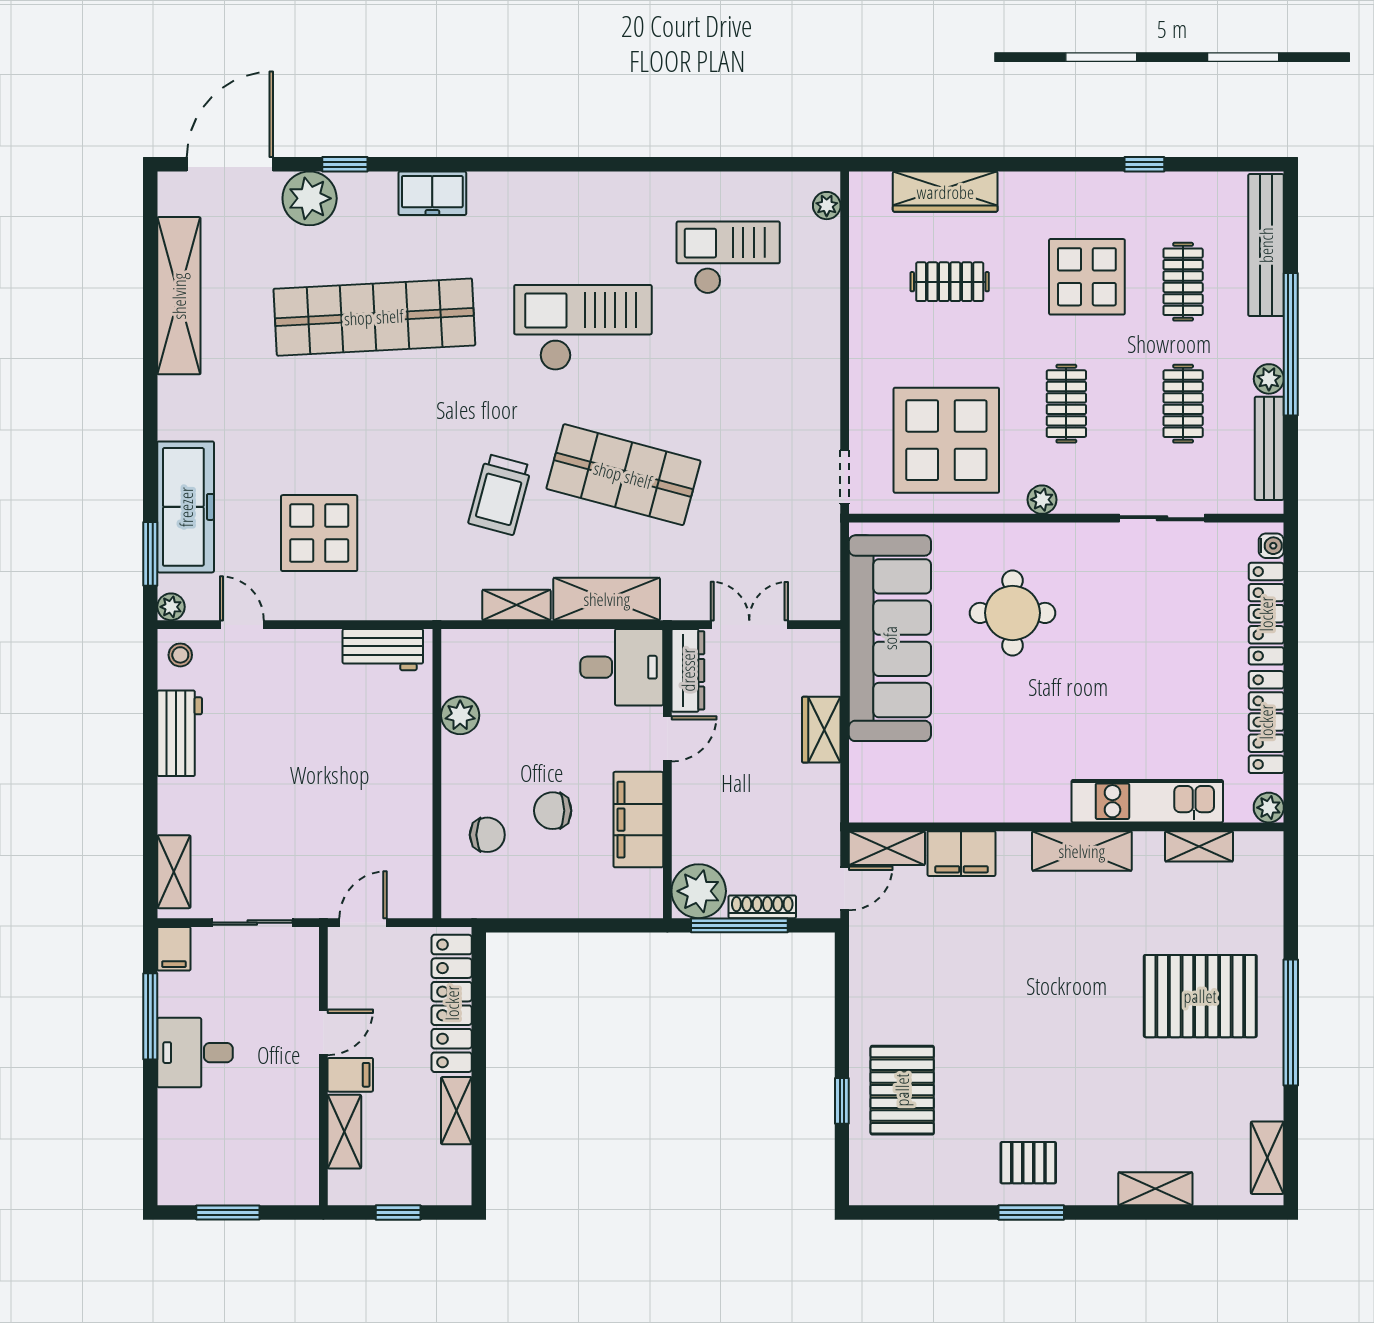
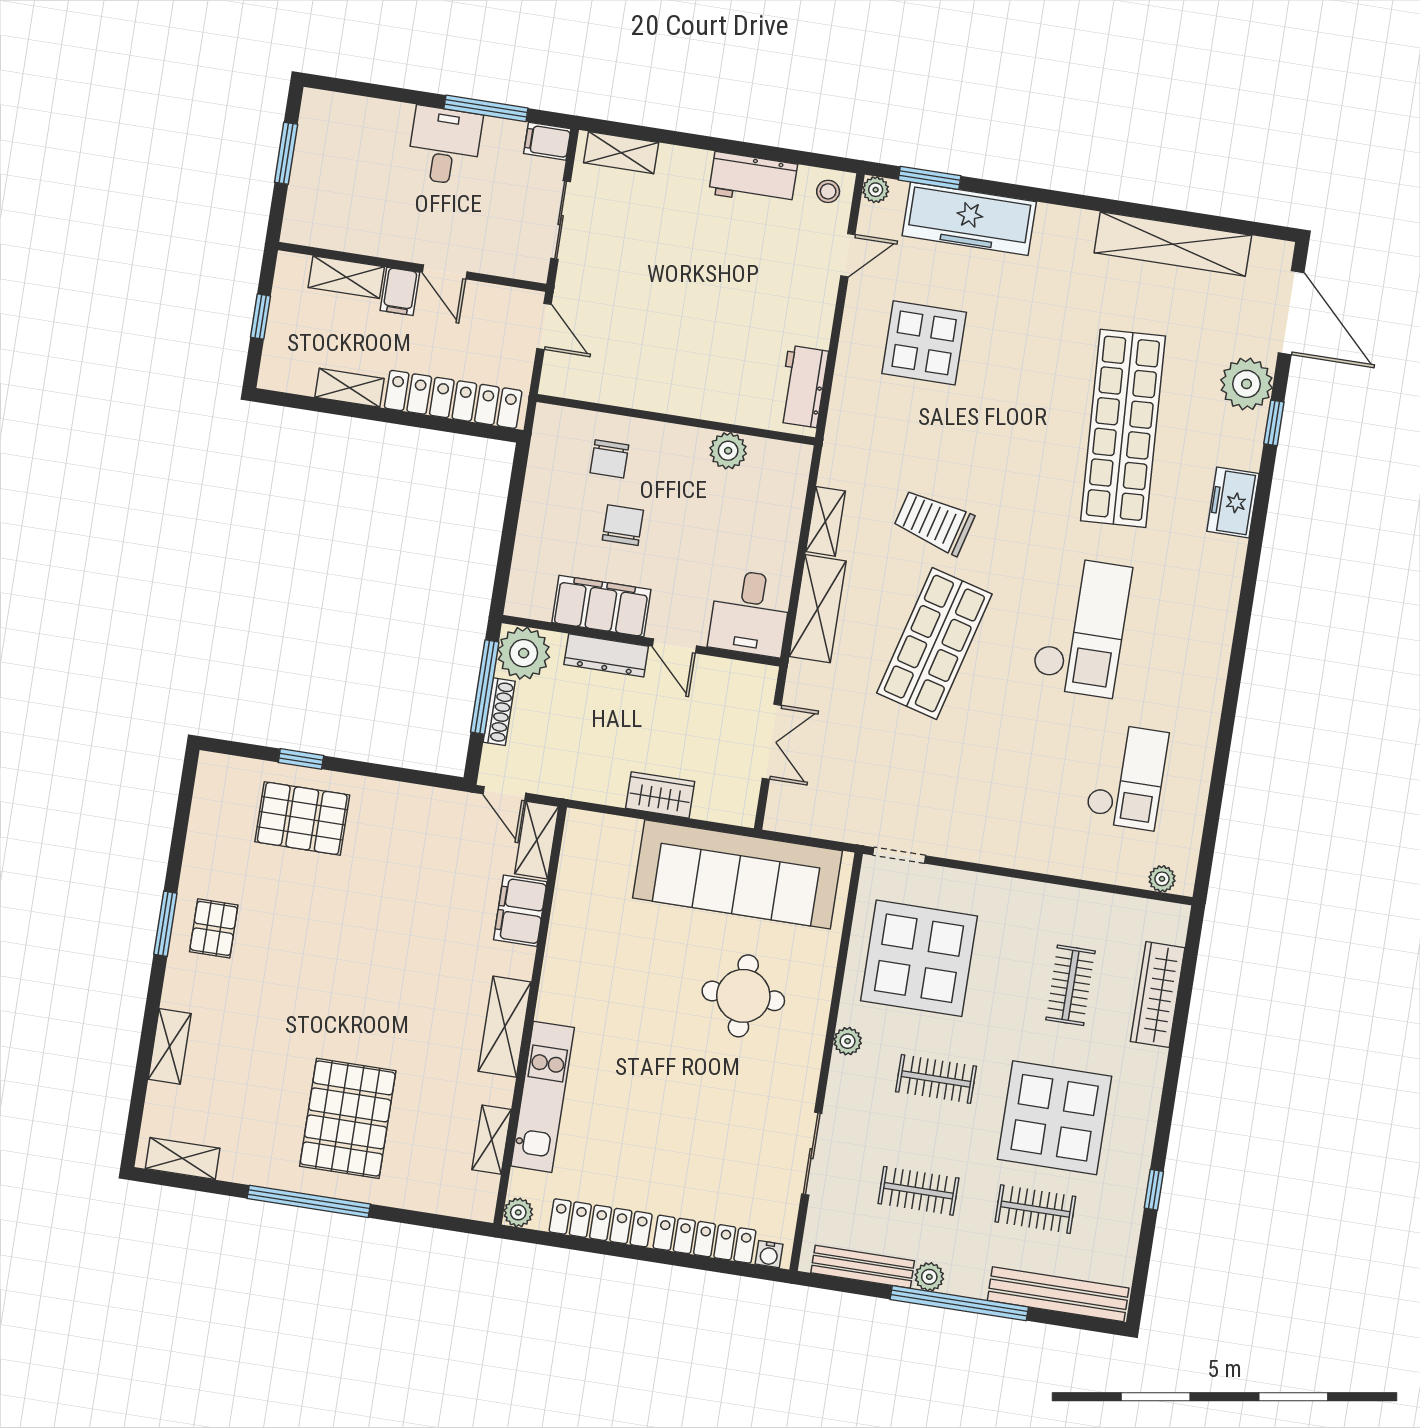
display table: (1087, 277) -> (1055, 1118), width x1.36, depth x1.36
dresser: (688, 670) -> (606, 655), moved

